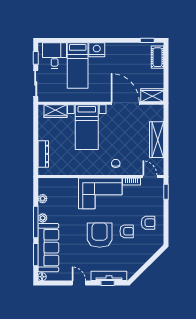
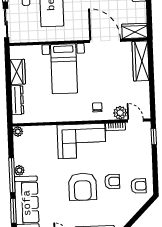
wardrobe: (56, 111) -> (18, 72), moved, turned -90
wardrobe: (157, 140) -> (141, 61), moved
plant: (136, 169) -> (120, 113), added
plant: (43, 199) -> (18, 132), moved
armchair: (148, 223) -> (139, 186), moved
armchair: (100, 235) -> (83, 187), turned 180

